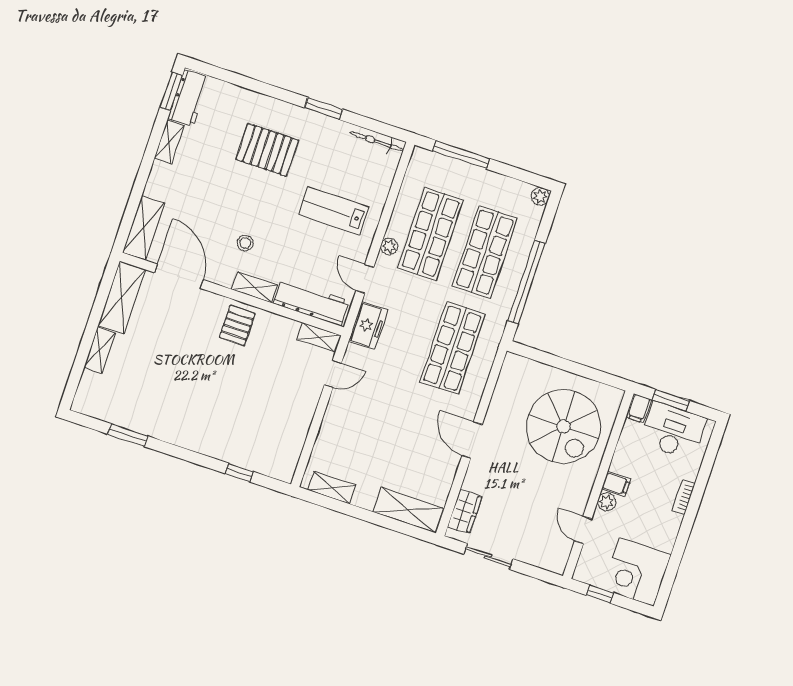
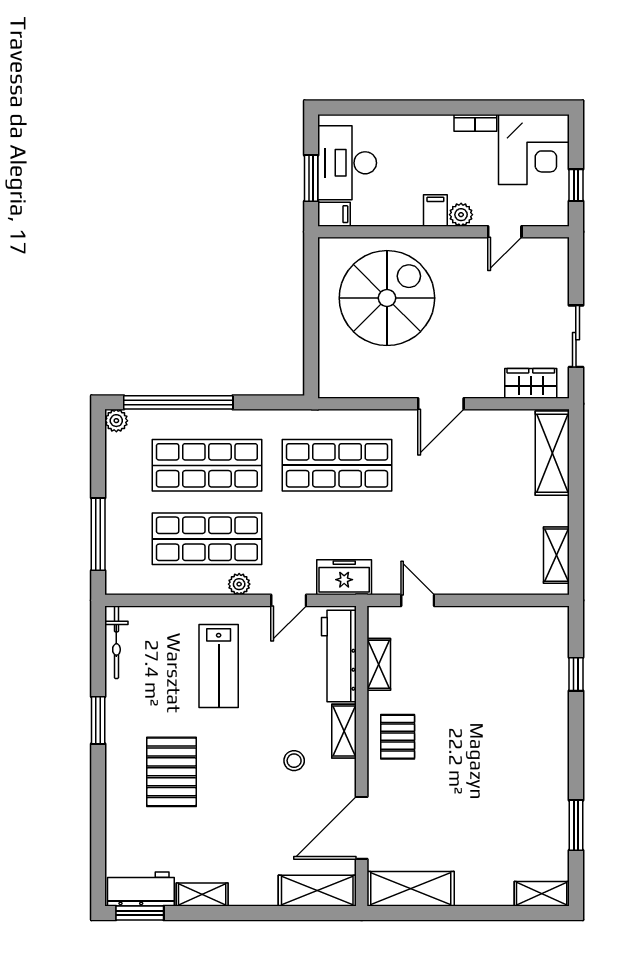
window: (526, 282) -> (178, 402), moved
pallet: (237, 325) -> (398, 737), turned 90
shelving: (319, 338) -> (379, 664), moved
shelving: (100, 350) -> (542, 894), moved
bookcase: (684, 497) -> (475, 123), moved

